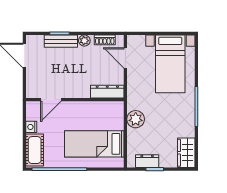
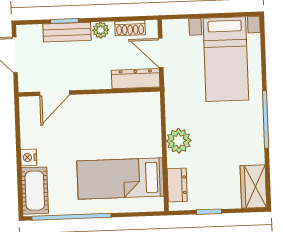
dresser: (107, 92) -> (136, 79), moved
door: (51, 100) -> (55, 93), moved
wall: (75, 100) -> (89, 92), moved
dresser: (147, 161) -> (177, 185), moved, turned 90

